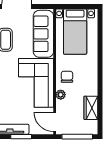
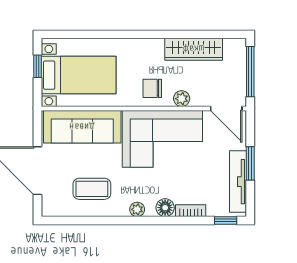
window: (80, 7) -> (38, 66), added
wardrobe: (91, 108) -> (194, 49), width x1.50
door: (55, 122) -> (226, 108), hinge flipped

